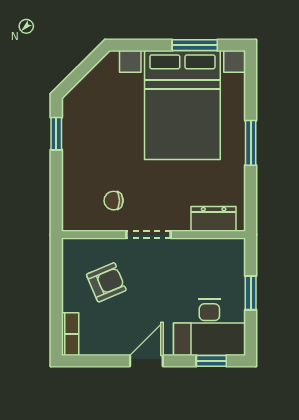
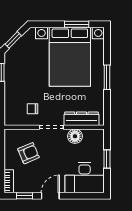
window: (78, 74) -> (13, 40), added
dresser: (214, 219) -> (81, 119), width x1.44
floor lamp: (192, 251) -> (75, 136), added
window: (211, 361) -> (24, 196), moved

